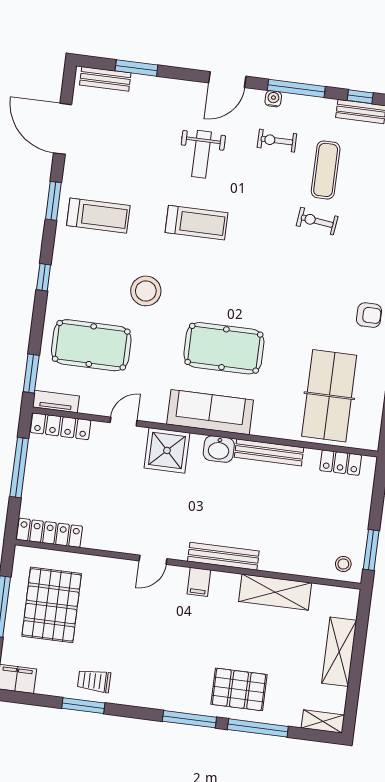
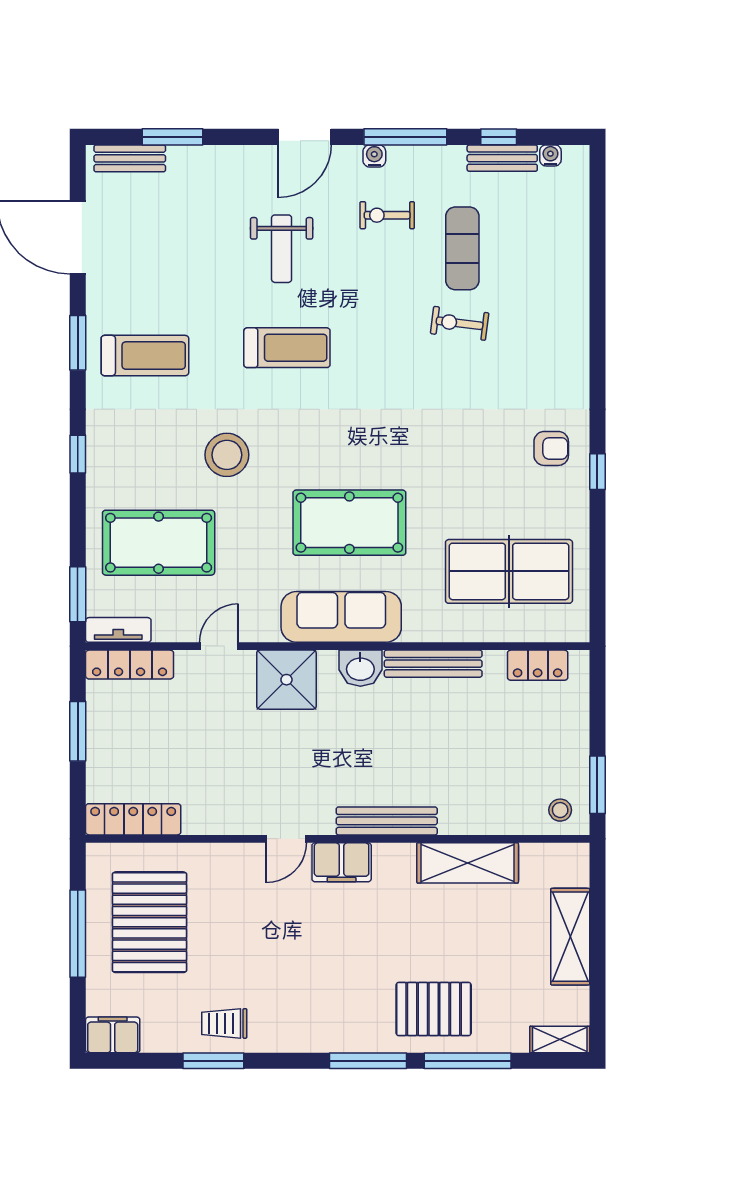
table tennis table: (329, 396) -> (509, 571), turned 90
window: (19, 468) -> (78, 731), width x0.69
filing cabinet: (199, 582) -> (342, 862), width x2.00

